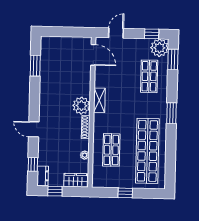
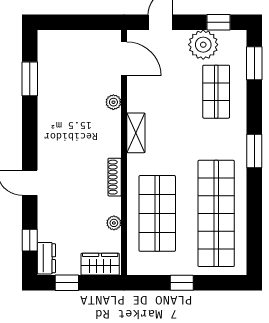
plant: (159, 48) -> (203, 45), moved
plant: (81, 106) -> (113, 102), moved, width x0.53, depth x0.53
shop shelf: (111, 150) -> (157, 213), width x1.43, depth x1.36

